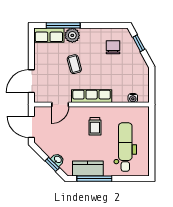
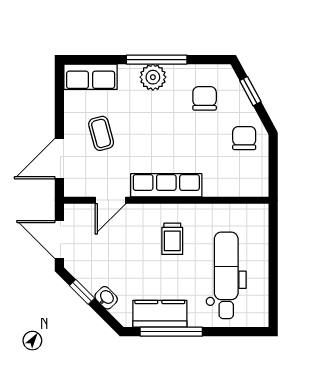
window: (63, 25) -> (157, 60), moved
plant: (72, 35) -> (153, 77), moved
coffee table: (74, 64) -> (101, 133), moved
chair: (135, 70) -> (244, 138), added
water cooler: (133, 98) -> (240, 189), removed
window: (52, 164) -> (82, 292), moved

